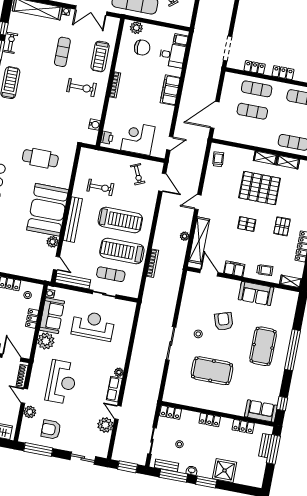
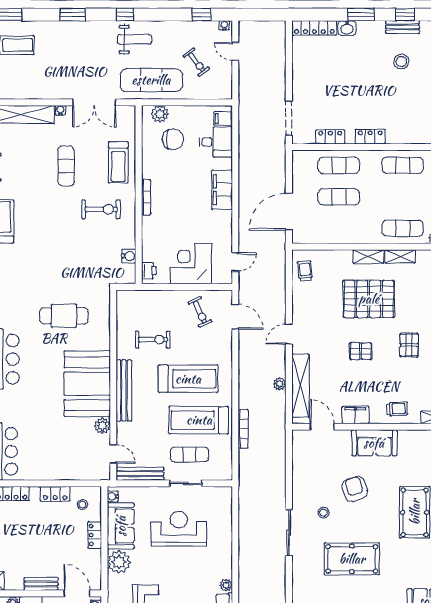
sofa: (256, 293) -> (374, 443), moved

